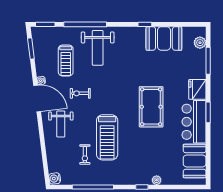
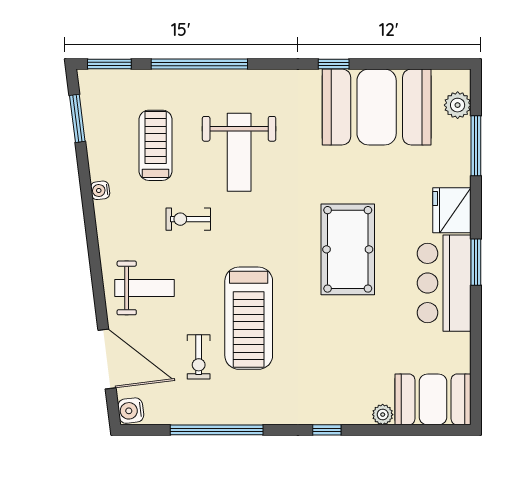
booth: (164, 38) -> (377, 107), width x1.36, depth x1.42
weight bench: (98, 48) -> (239, 152), moved
treadmill: (66, 61) -> (156, 145), turned 180
door: (37, 98) -> (107, 359), moved
weight bench: (61, 124) -> (144, 288), turned -90
booth: (195, 161) -> (433, 399), moved, turned 90
plant: (157, 180) -> (383, 415), moved

